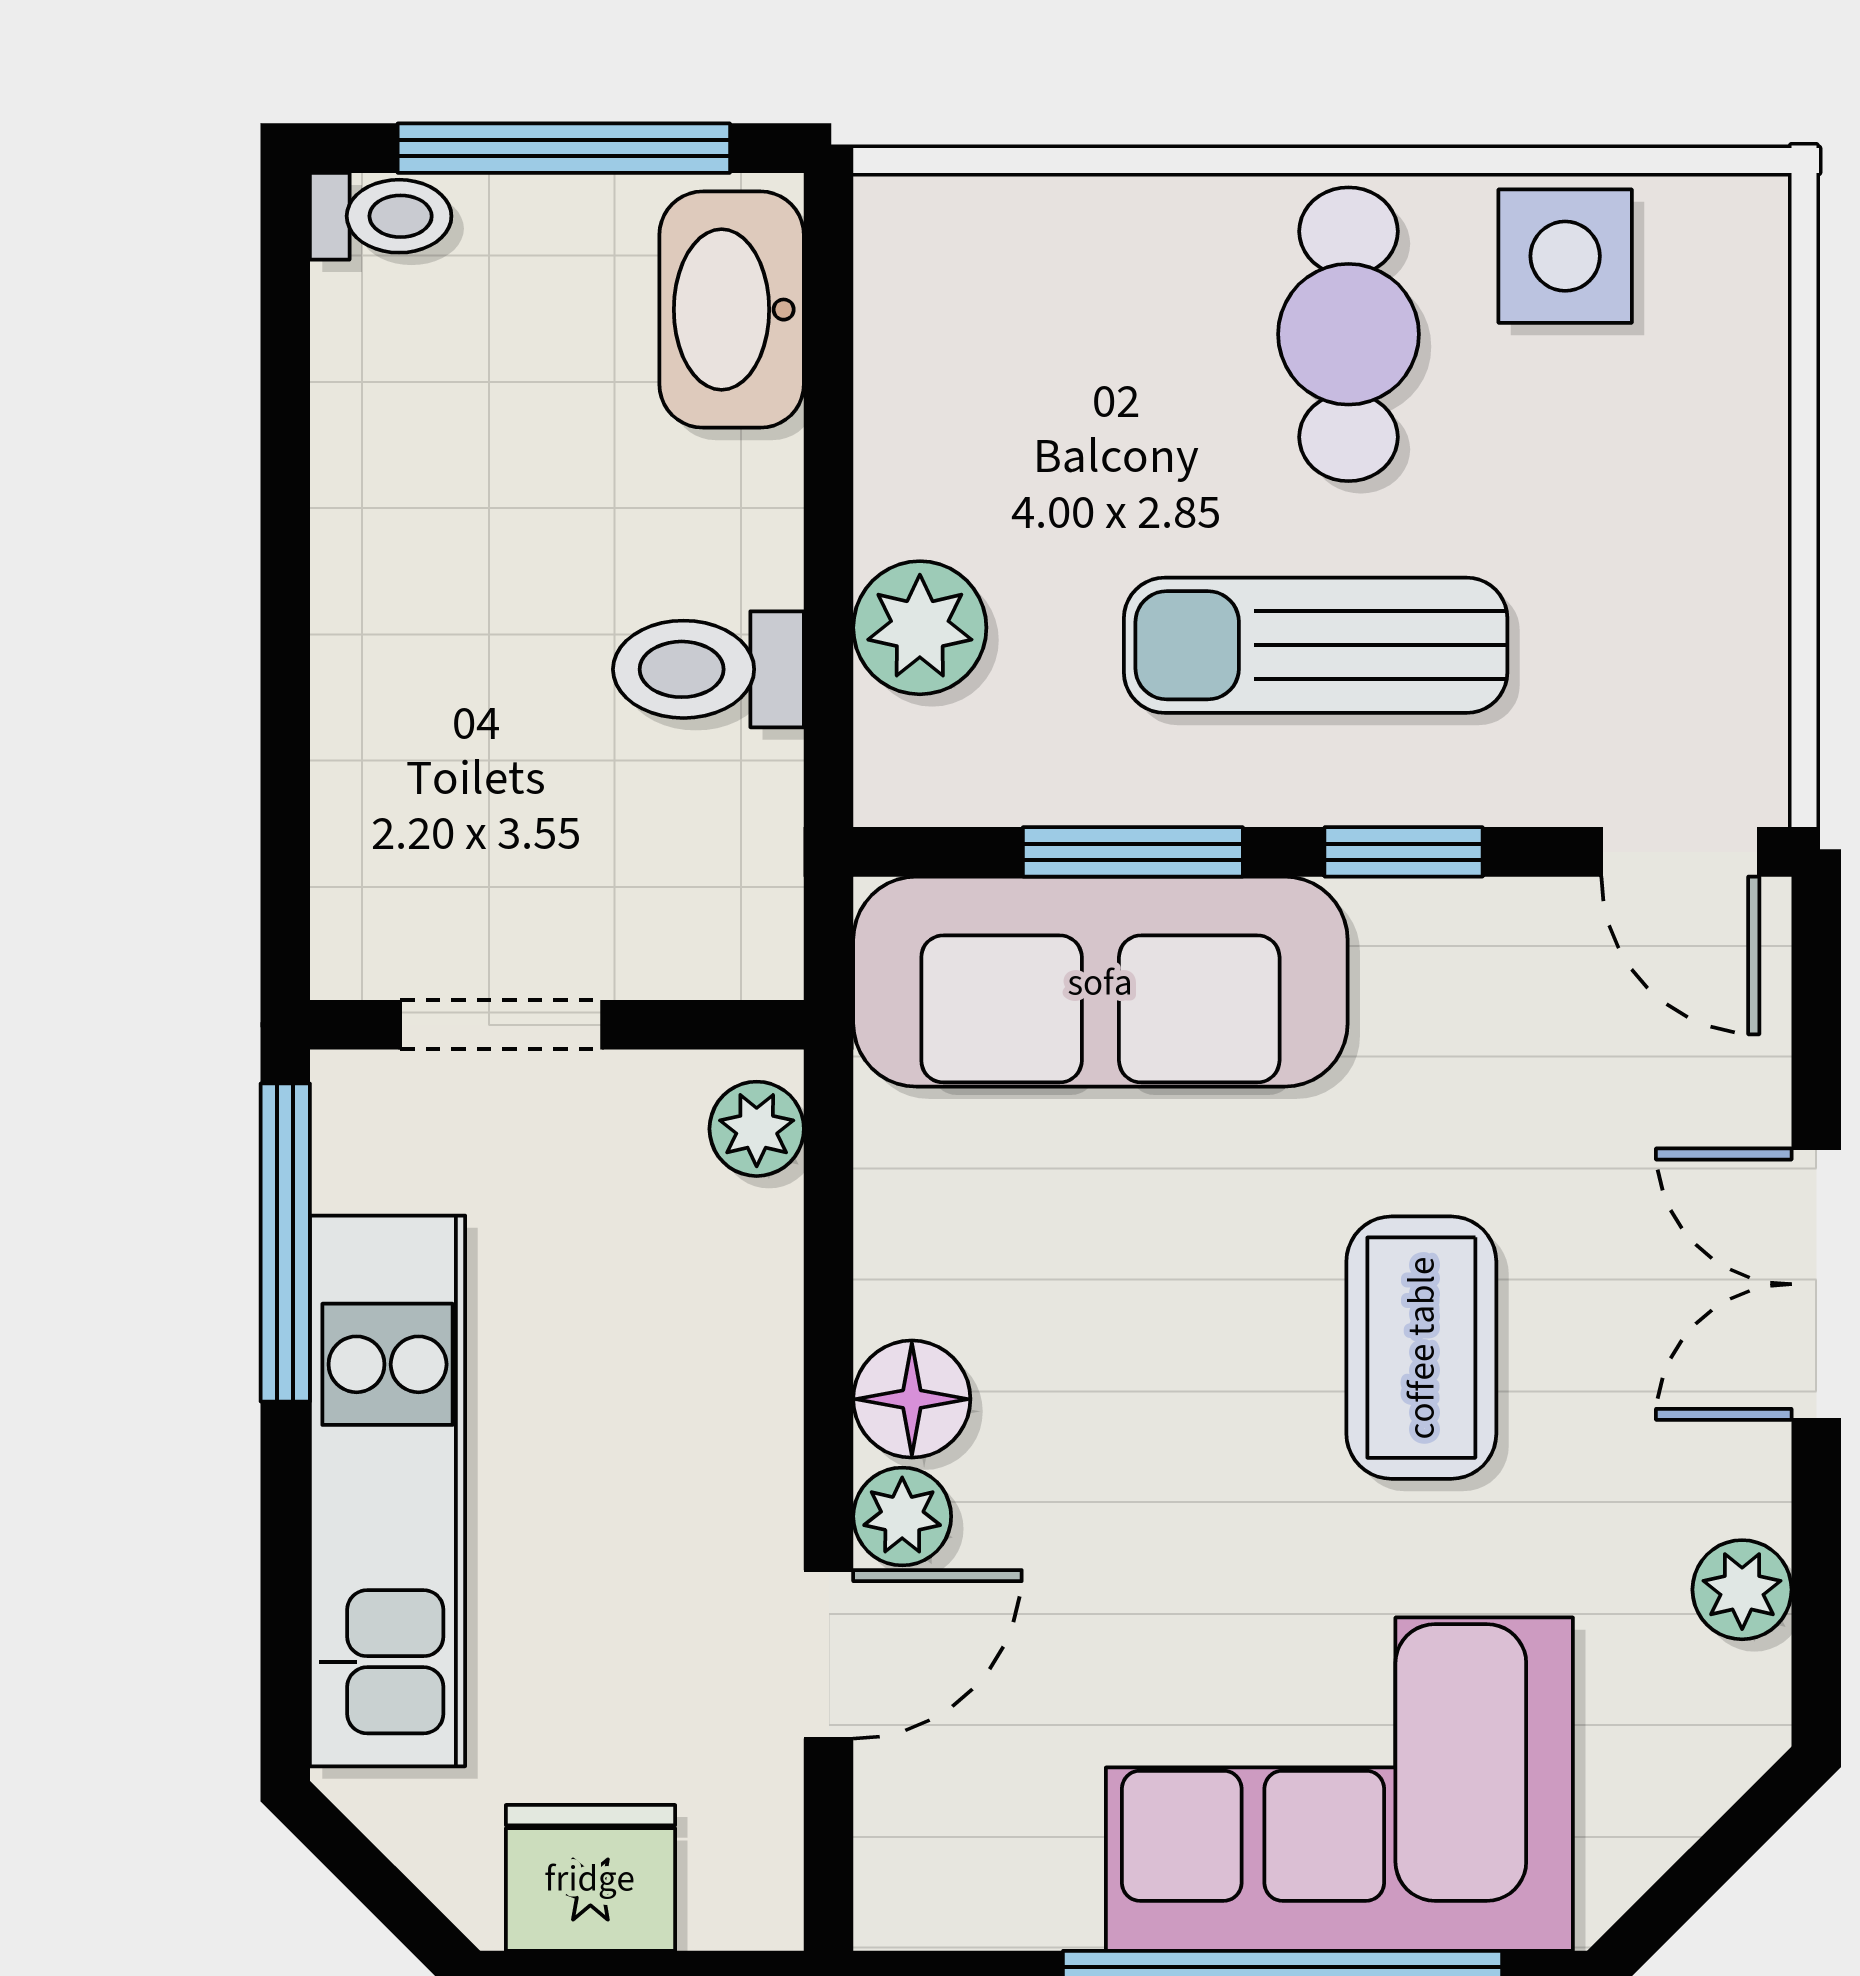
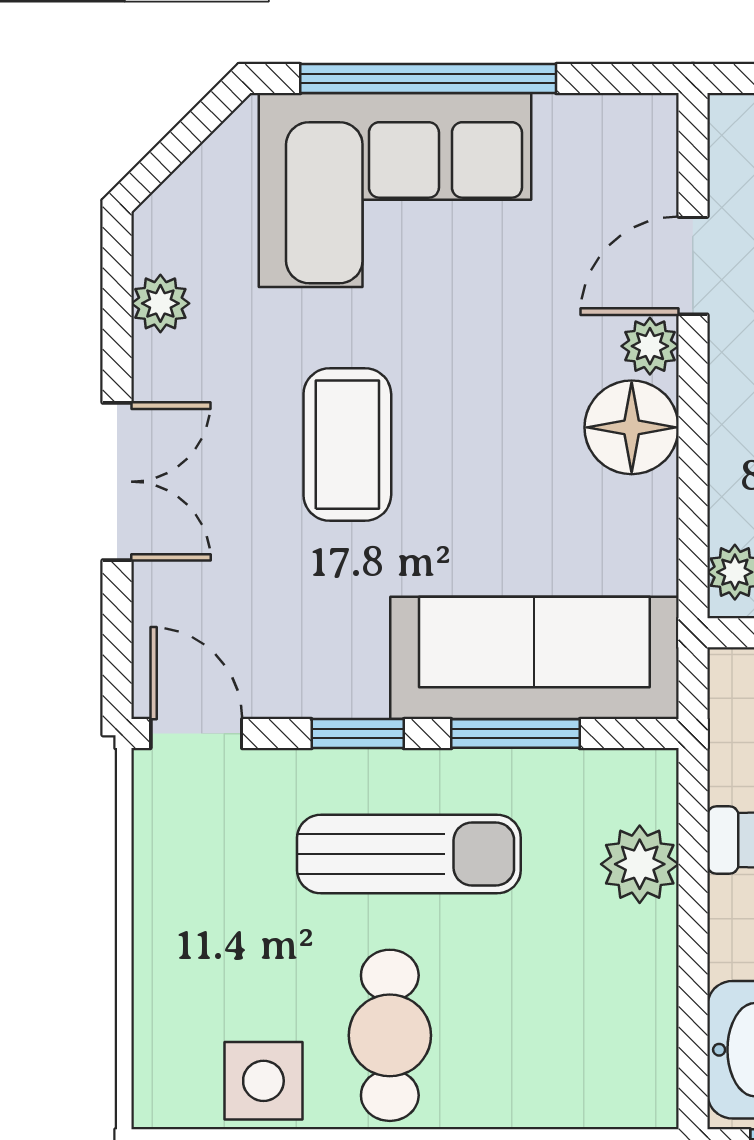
floor lamp: (912, 1399) -> (632, 427), width x1.38, depth x1.38

